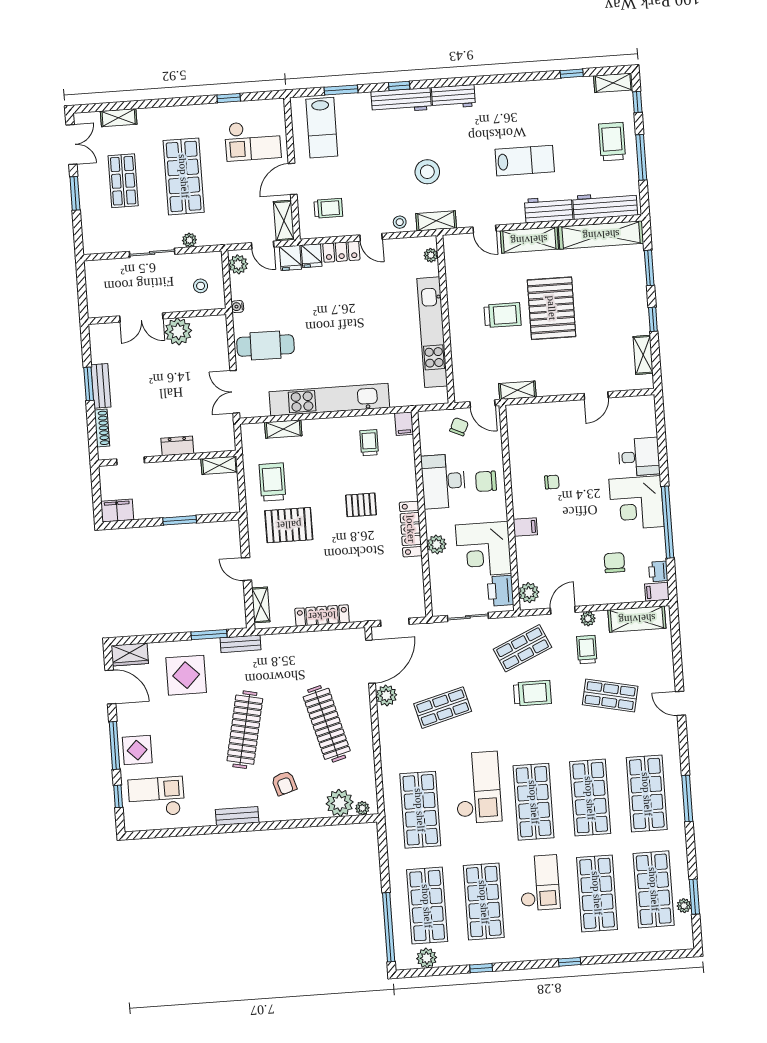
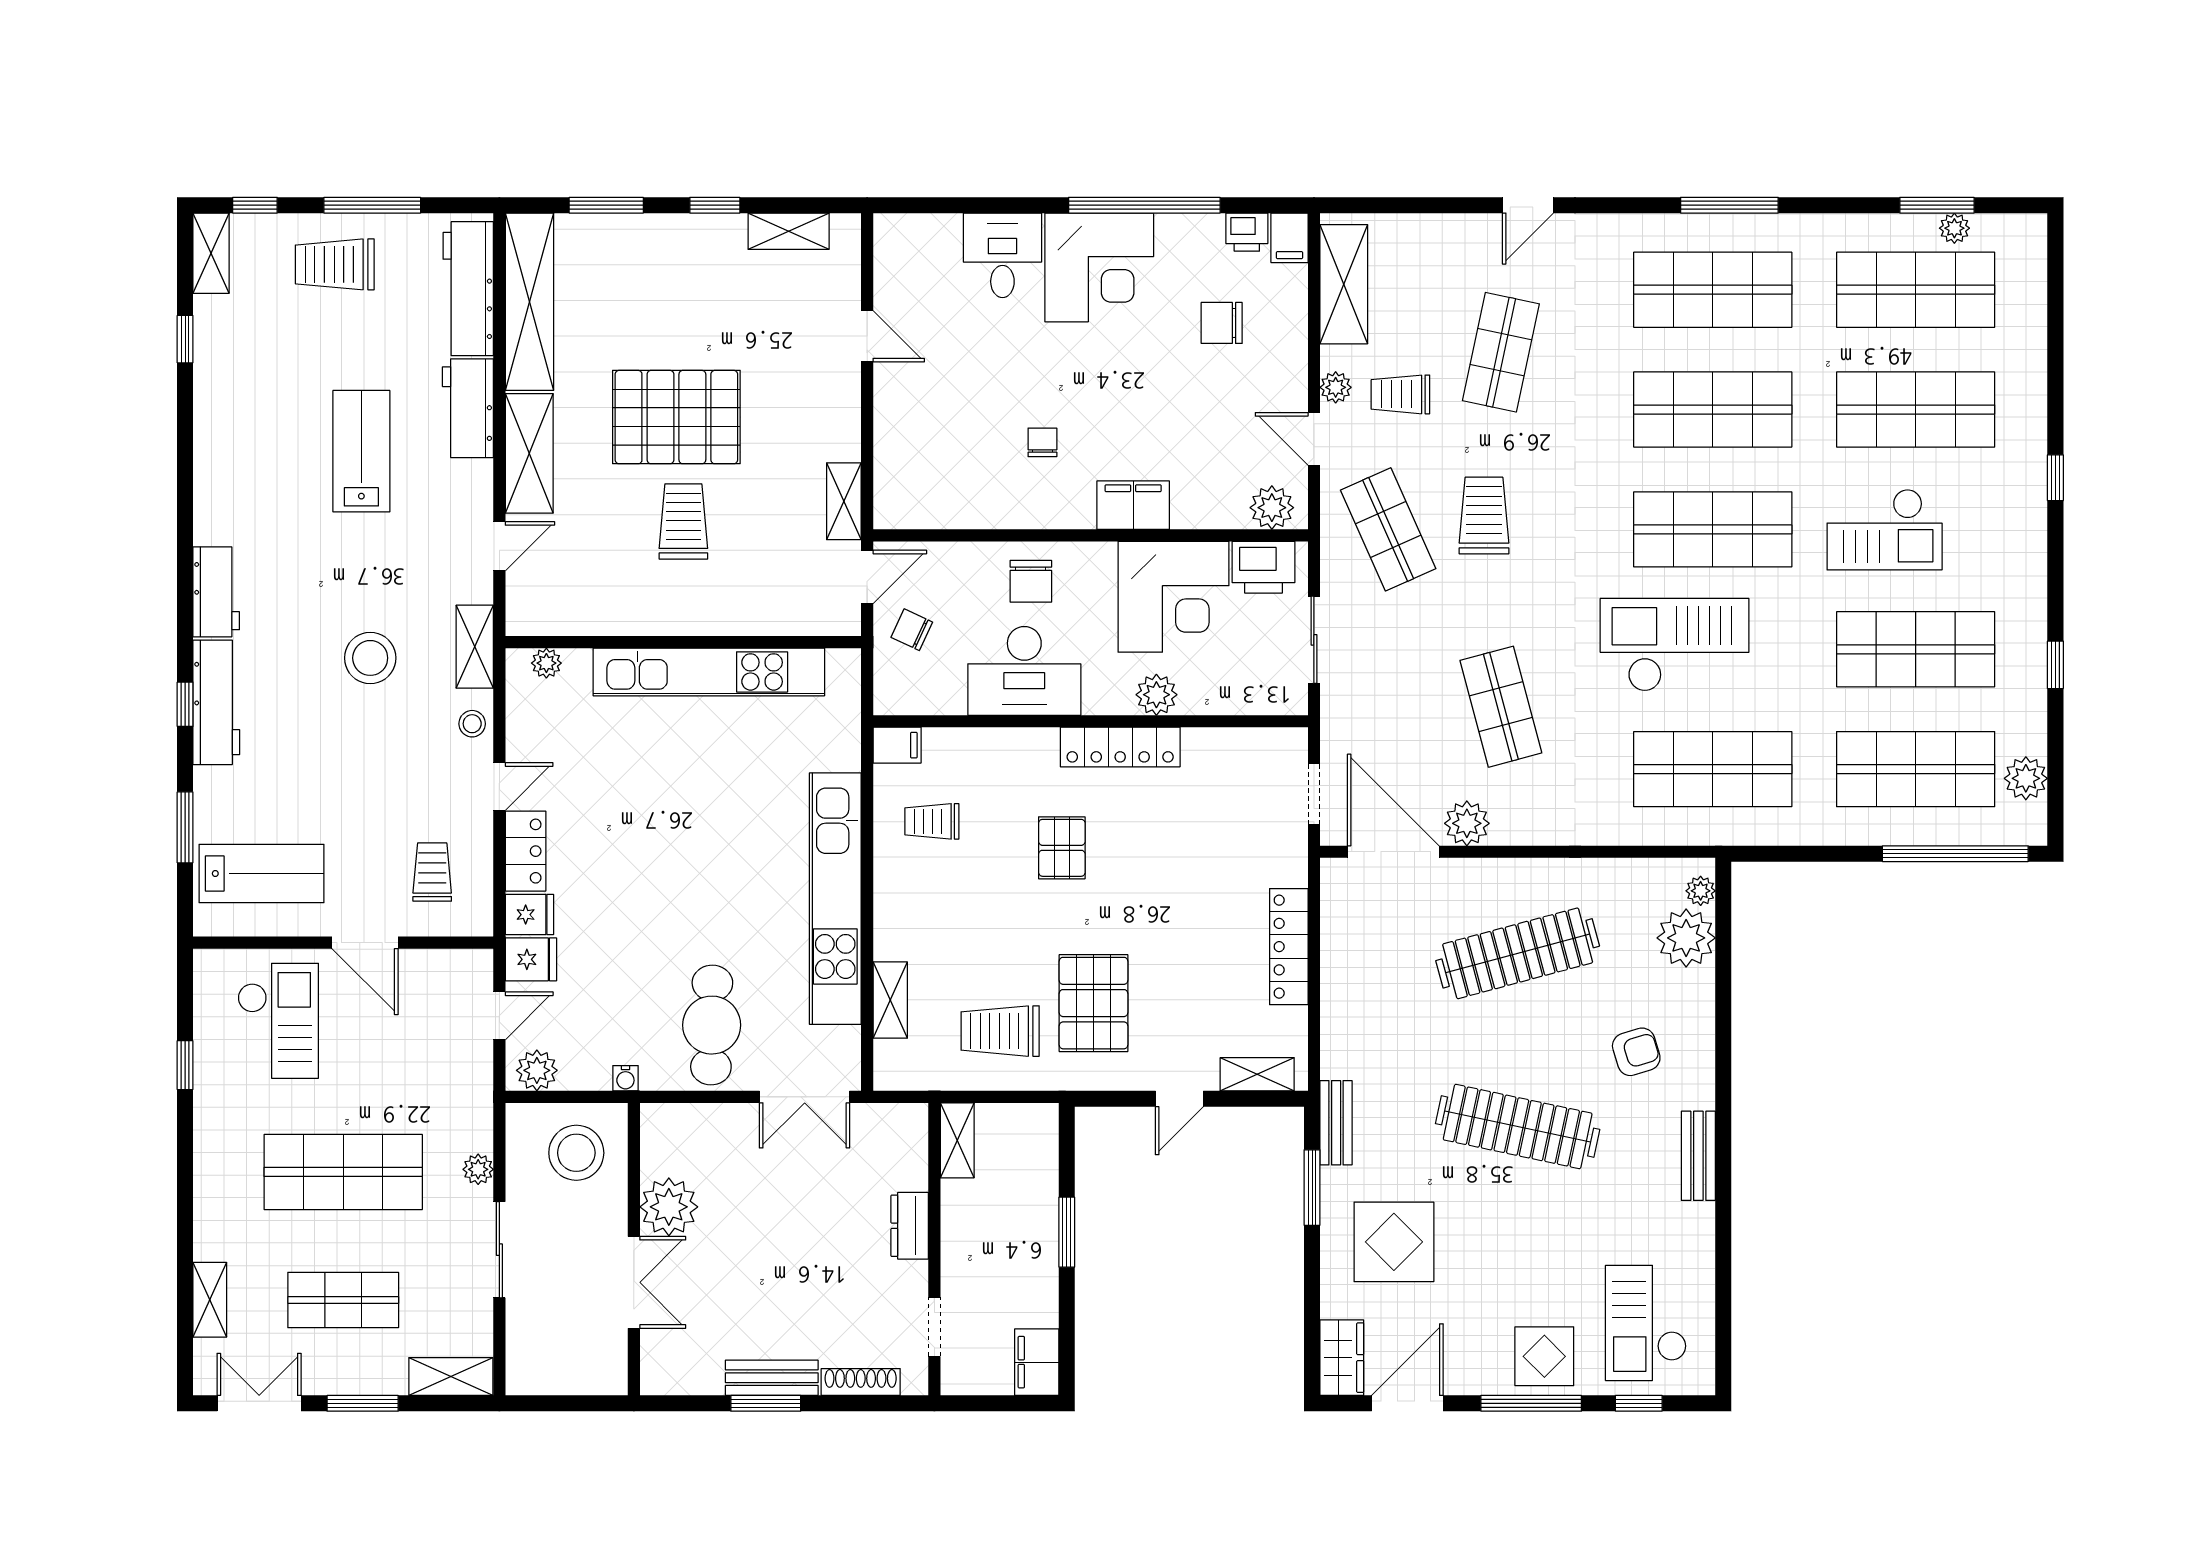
shelving: (284, 221) -> (451, 1376), moved
stool: (201, 286) -> (576, 1153), width x1.89, depth x1.89
filing cabinet: (525, 527) -> (1133, 505), width x2.00
checkout: (539, 883) -> (1885, 530), turned 180

